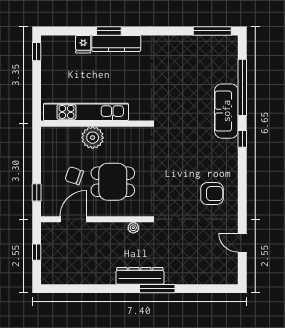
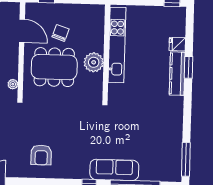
plant: (93, 138) -> (94, 62), moved
dining table: (113, 182) -> (54, 67), width x1.37

